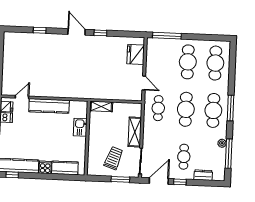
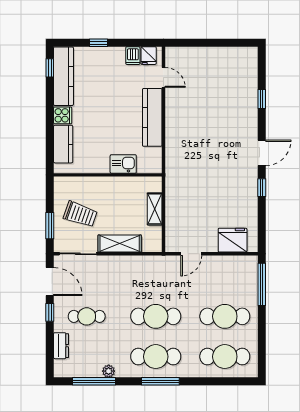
shelving: (101, 106) -> (155, 209), moved
cafe table: (158, 108) -> (156, 276), removed

